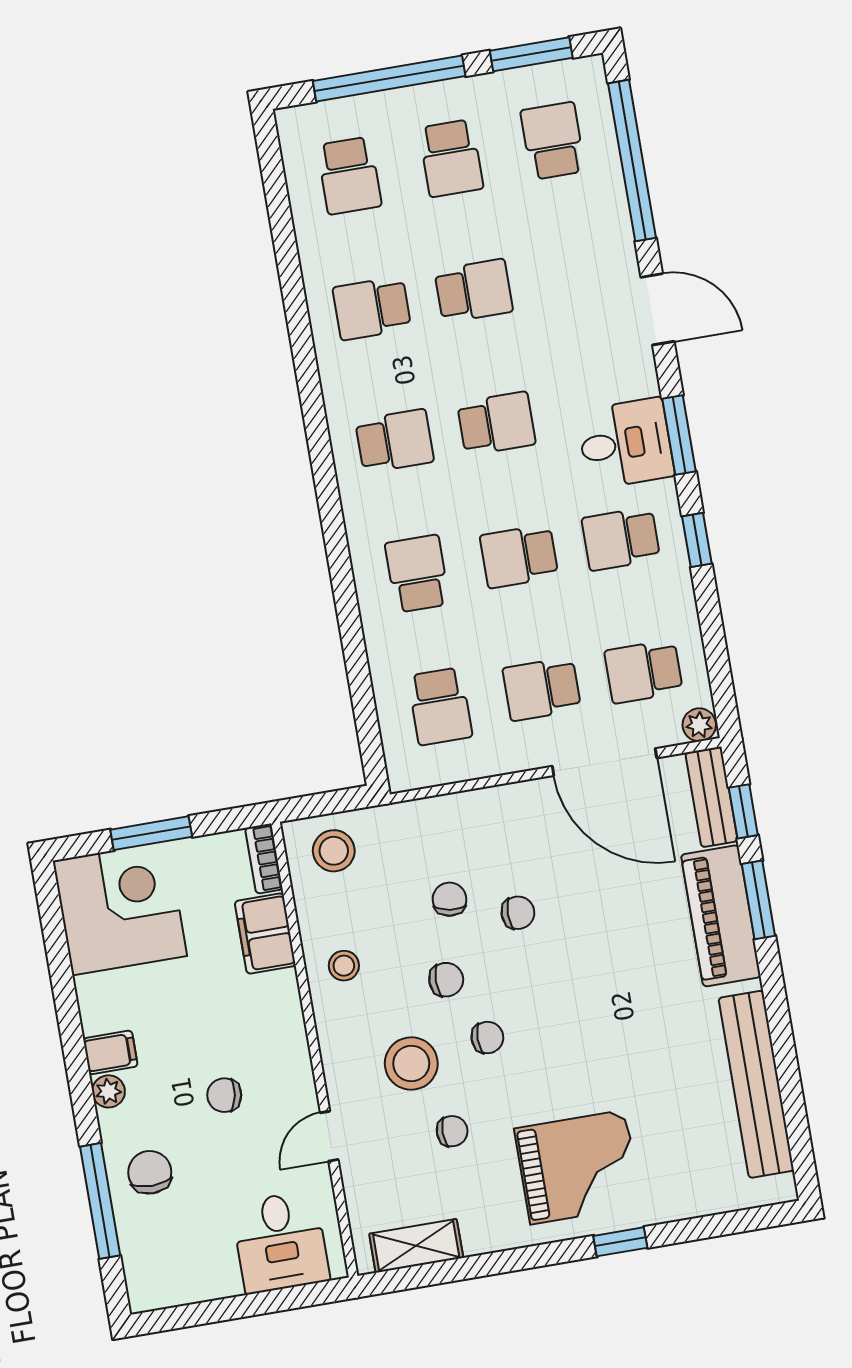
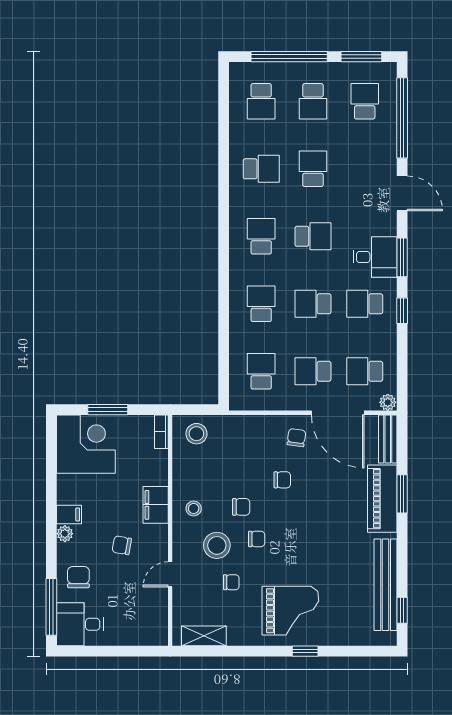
school desk: (474, 291) -> (313, 169), turned -90
school desk: (372, 308) -> (261, 169), turned 180
school desk: (395, 441) -> (261, 236), turned -90
school desk: (440, 706) -> (261, 371), turned 180
window: (743, 811) -> (402, 610), moved
chair: (450, 899) -> (296, 438), moved
filing cabinet: (265, 934) -> (156, 505), moved
stool: (344, 966) -> (194, 508), moved
window: (100, 1201) -> (51, 607), moved
desk: (280, 1242) -> (80, 624), moved, turned 90

